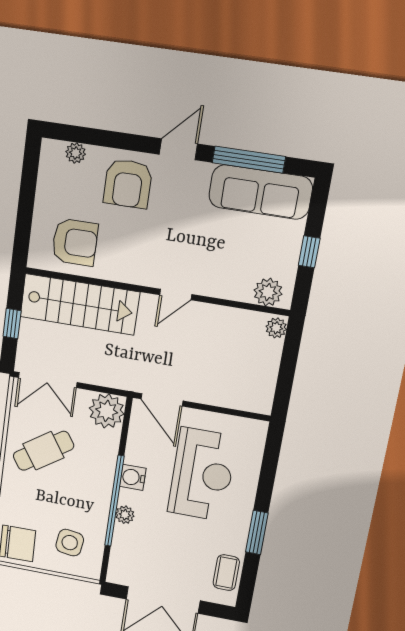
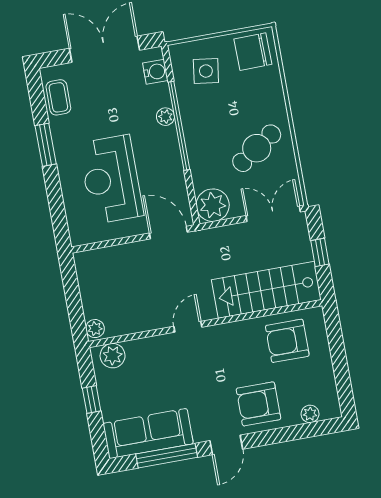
armchair: (128, 184) -> (258, 404), turned -90
water cooler: (133, 477) -> (155, 72), moved

